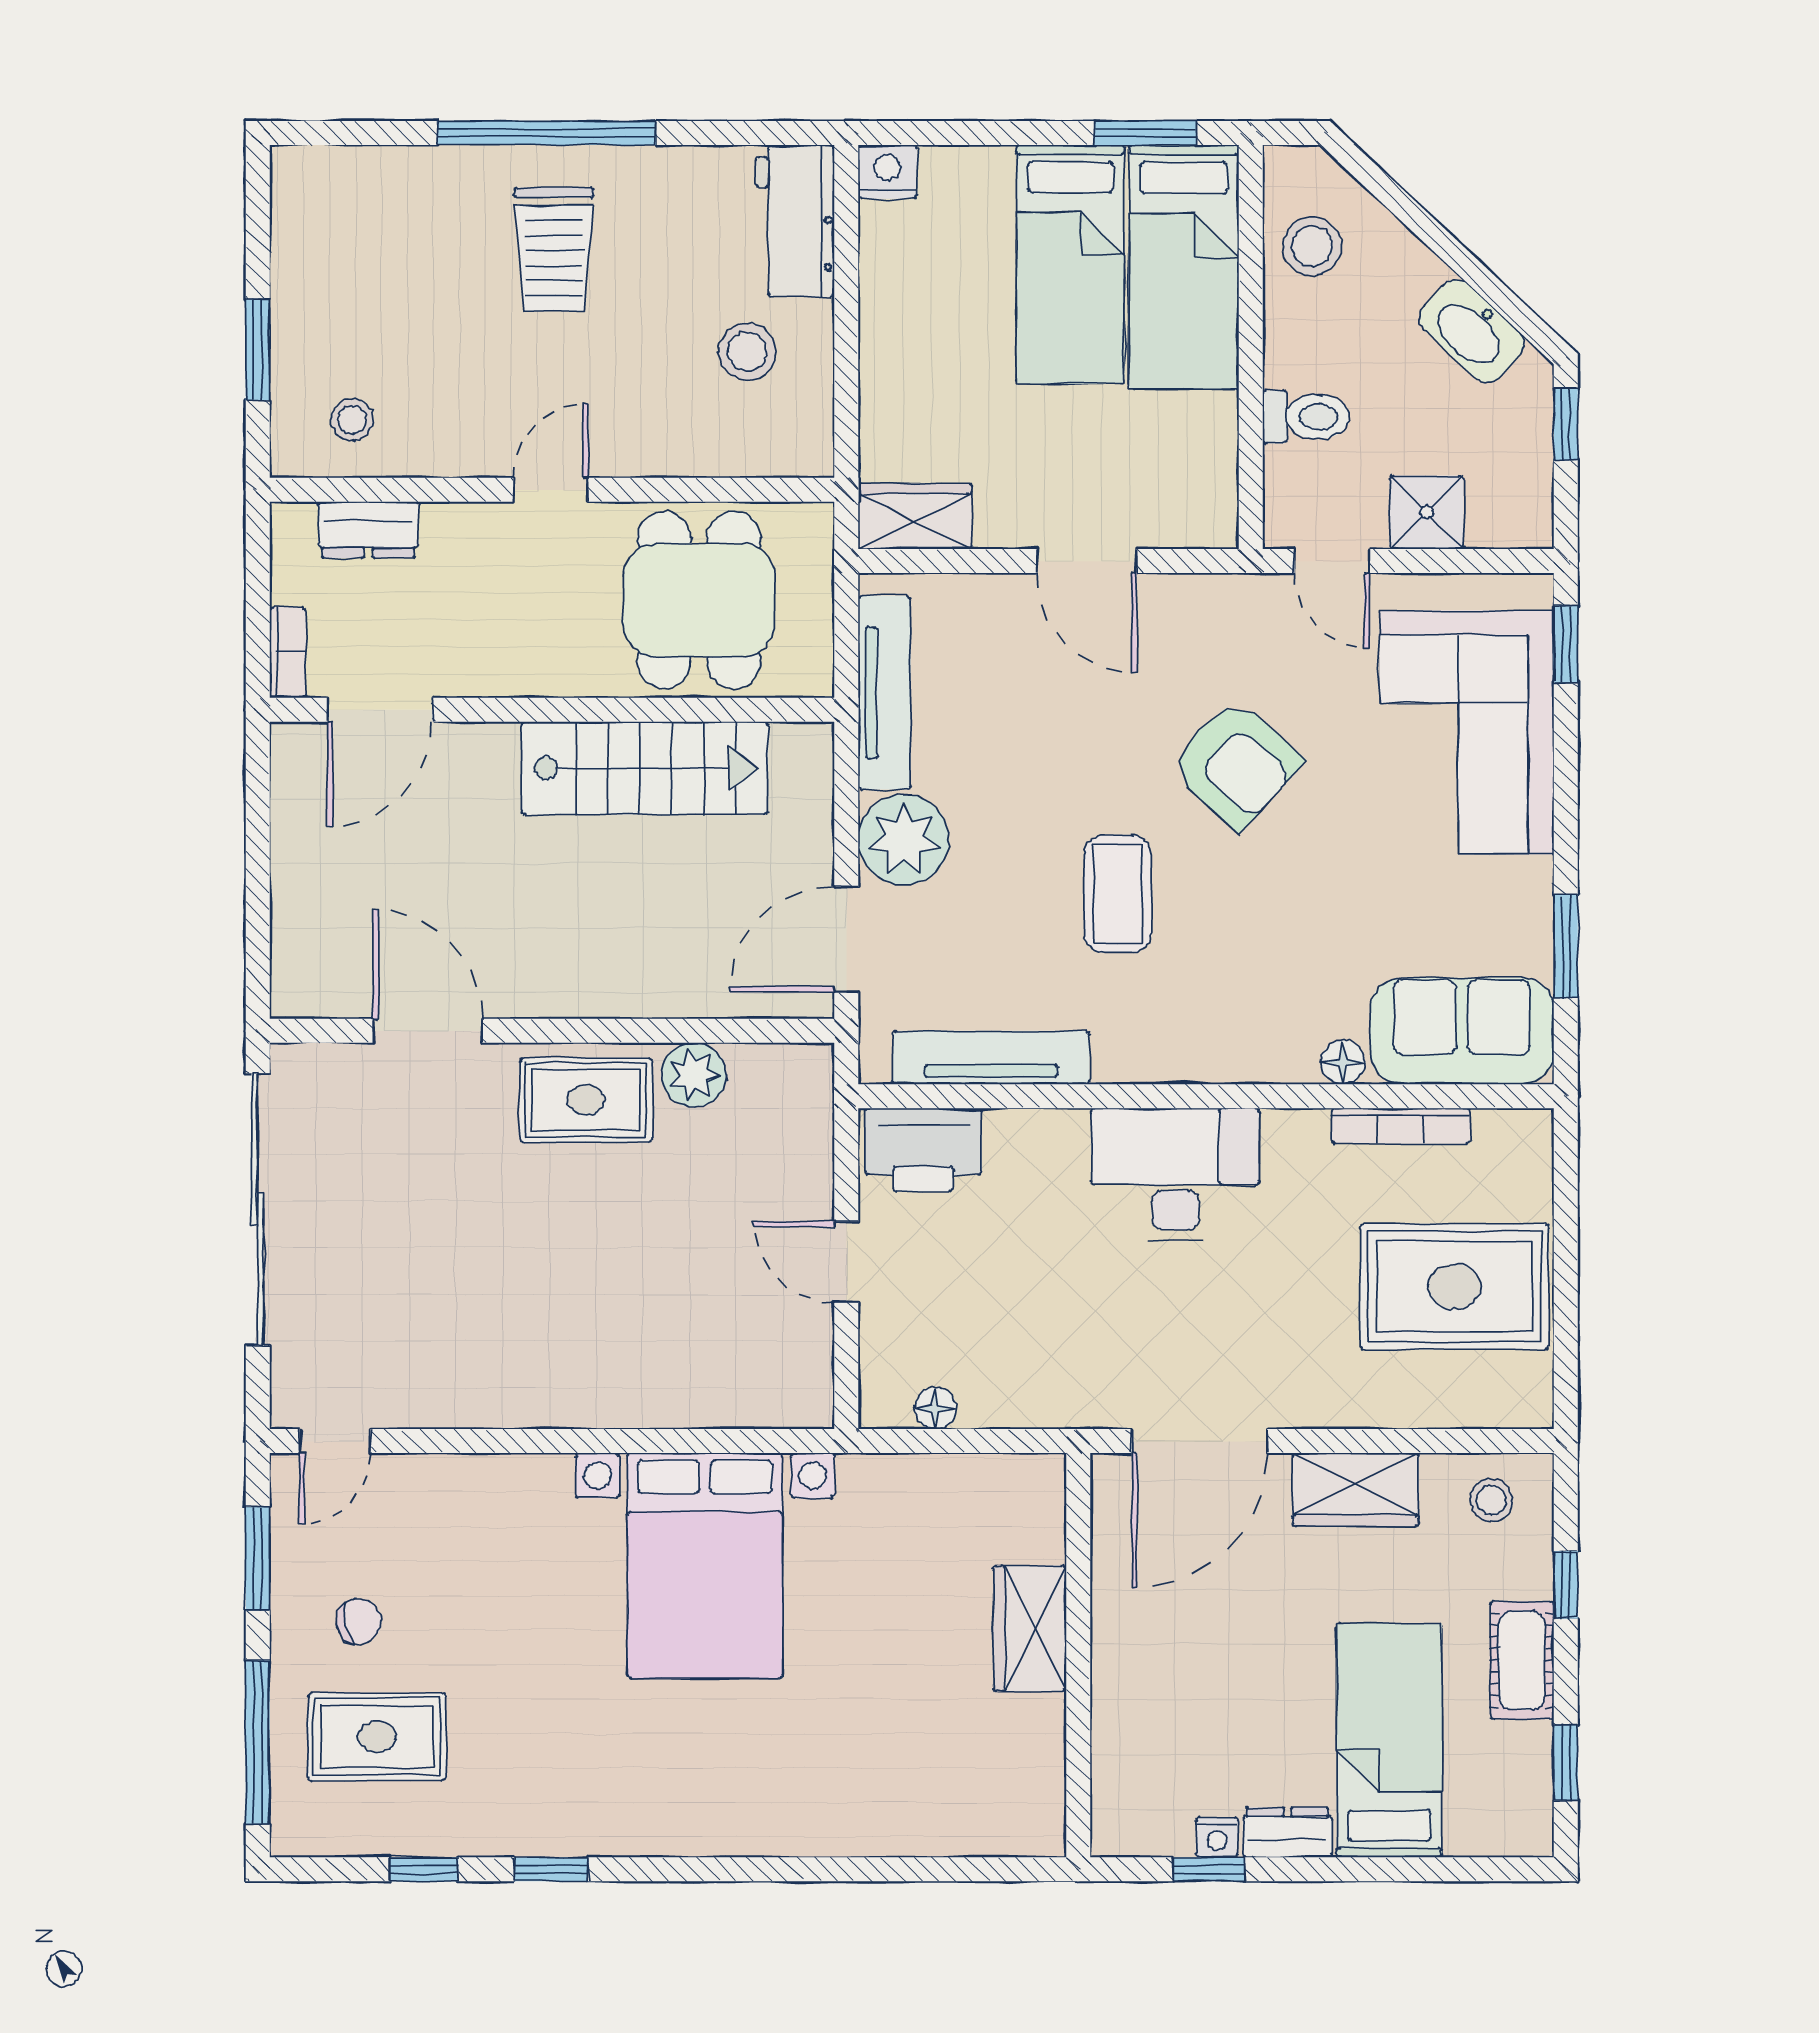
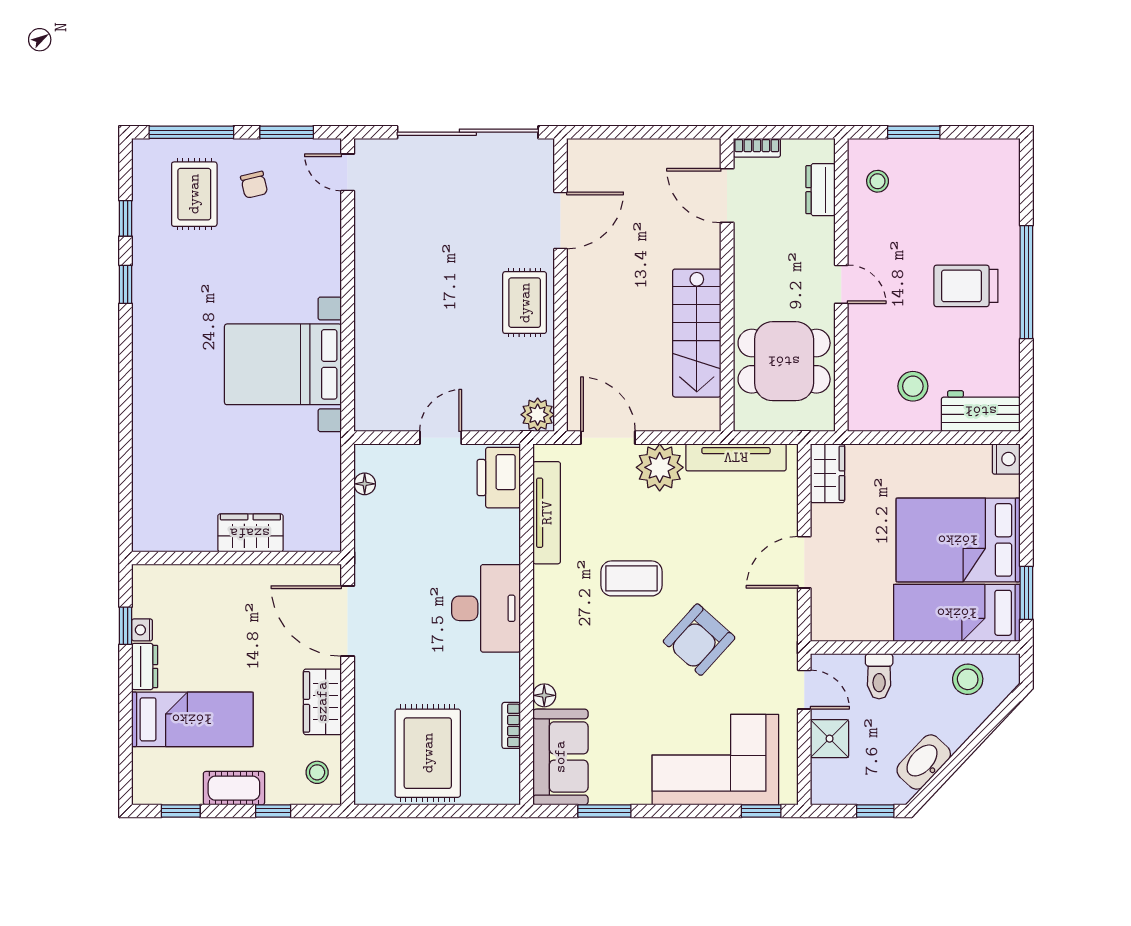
bed: (1070, 264) -> (958, 540), width x1.50
door: (1332, 561) -> (804, 690), swing flipped
plant: (694, 1075) -> (538, 415), moved
bookcase: (1401, 1126) -> (511, 725), width x0.64

